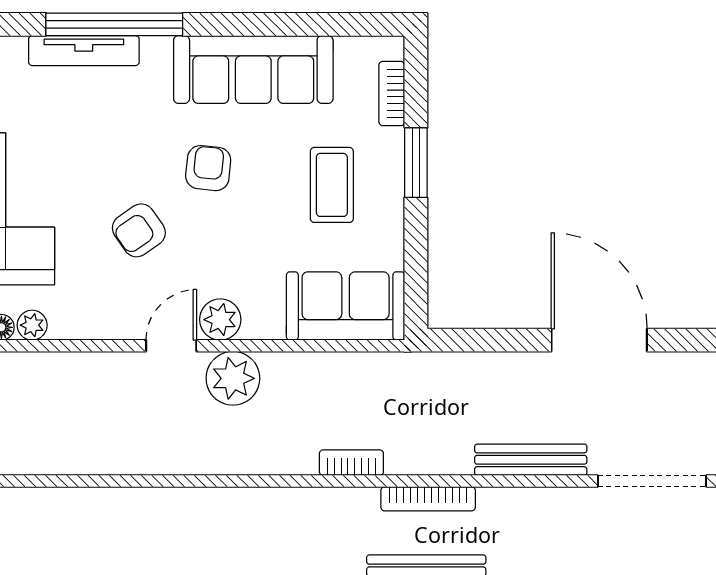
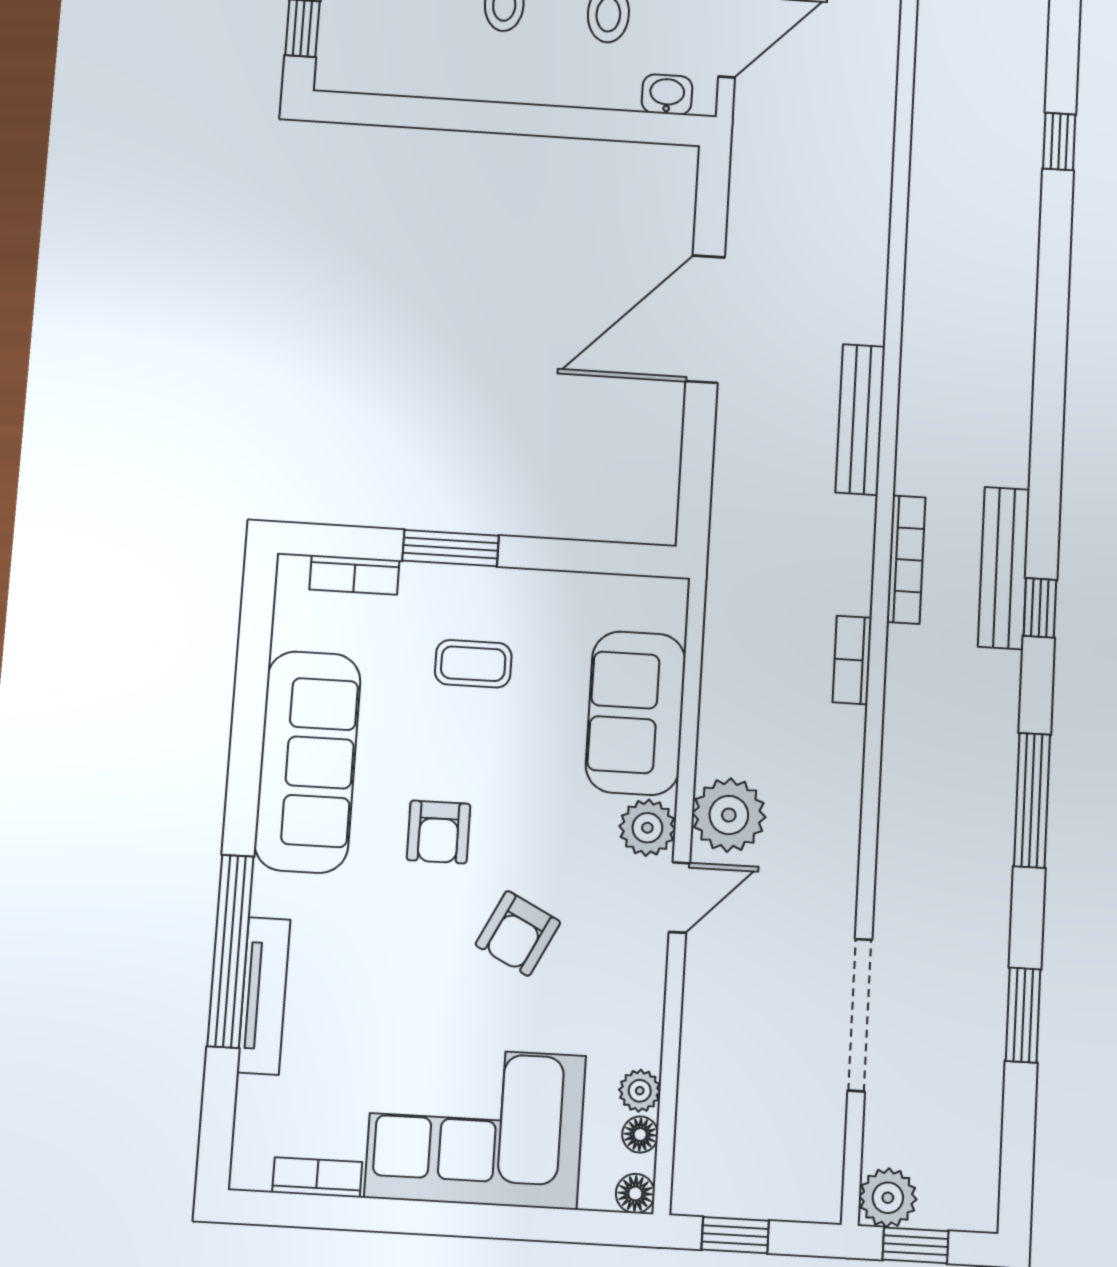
armchair: (208, 168) -> (438, 832), turned -96
coffee table: (332, 185) -> (473, 664), width x0.73, depth x0.77
armchair: (139, 230) -> (518, 933), turned 62
sofa: (346, 306) -> (636, 713), moved
door: (171, 346) -> (679, 898), swing flipped
doorway: (652, 481) -> (860, 1015), moved

